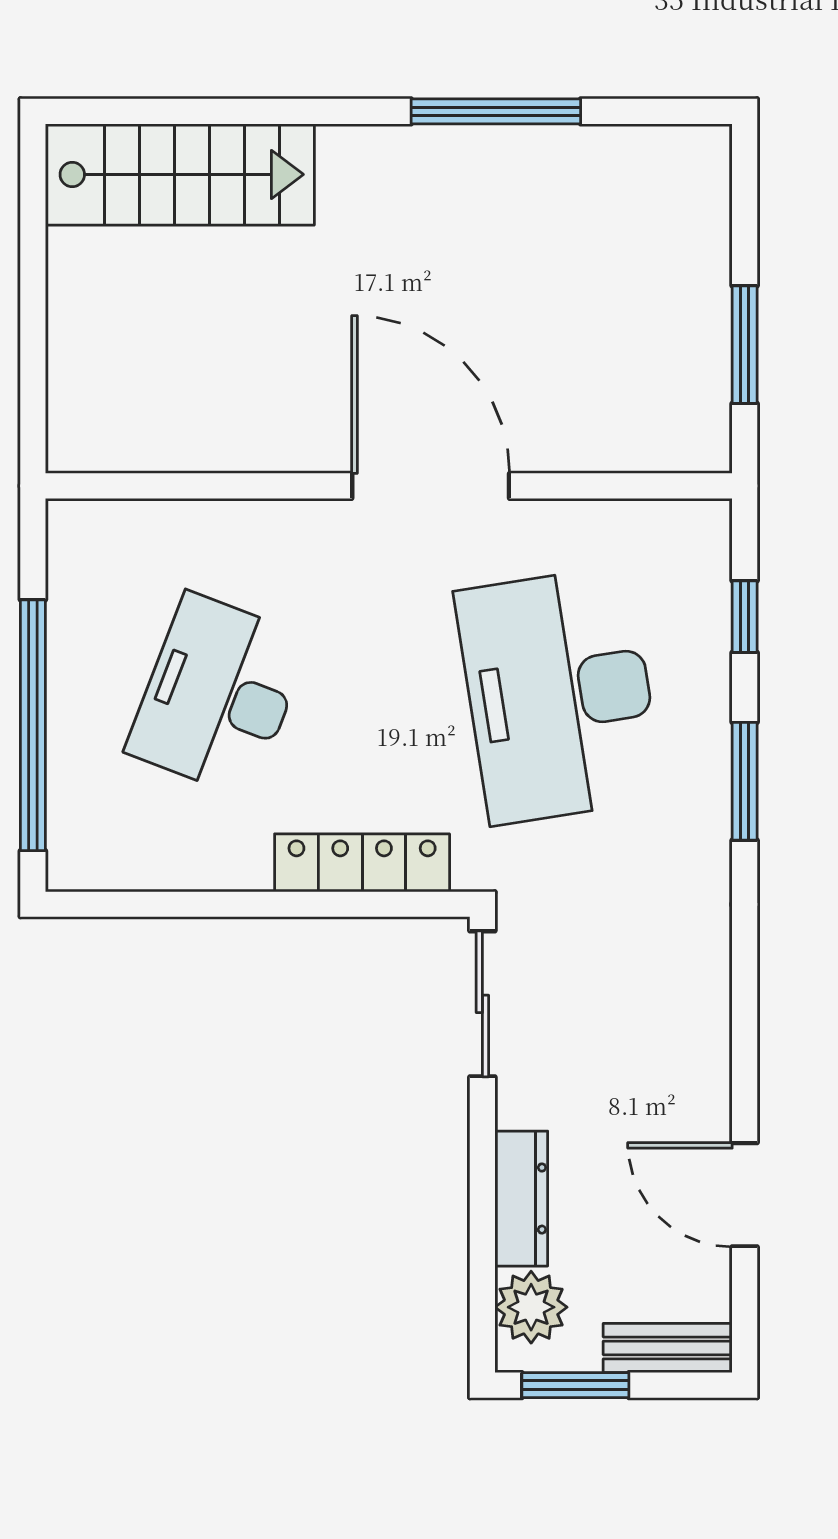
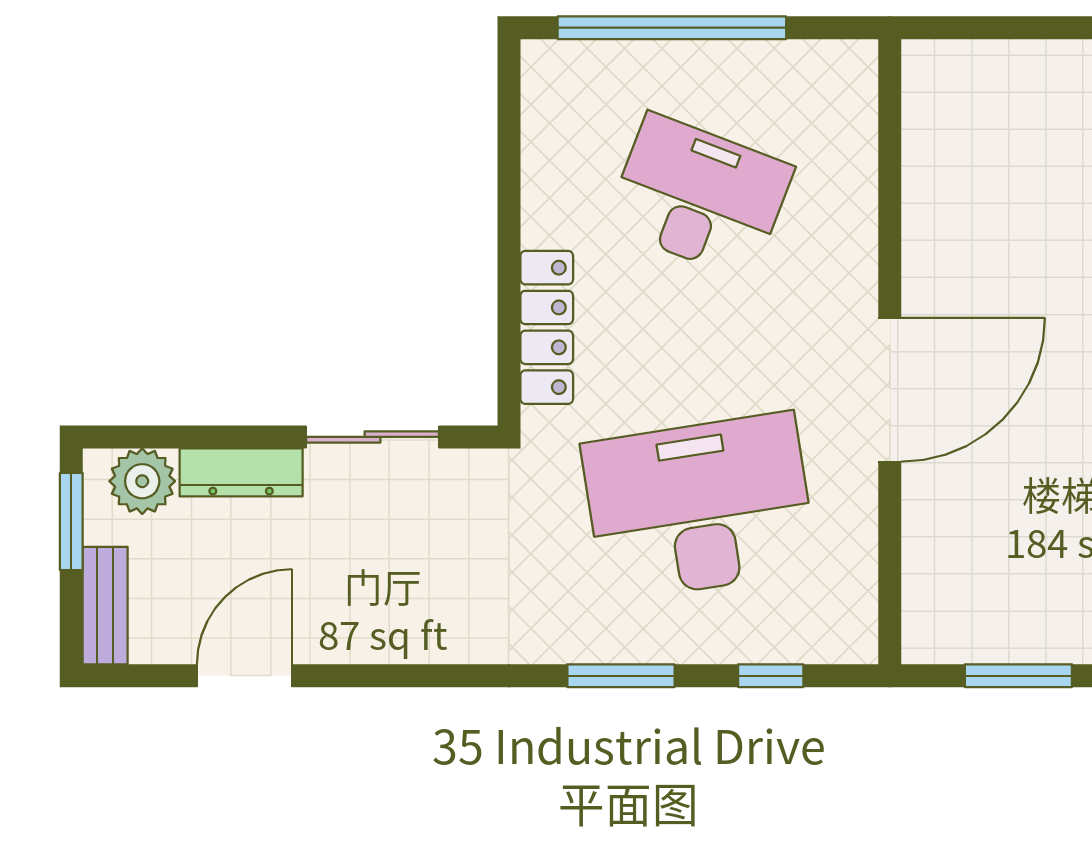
sliding door: (482, 1004) -> (373, 437), moved

